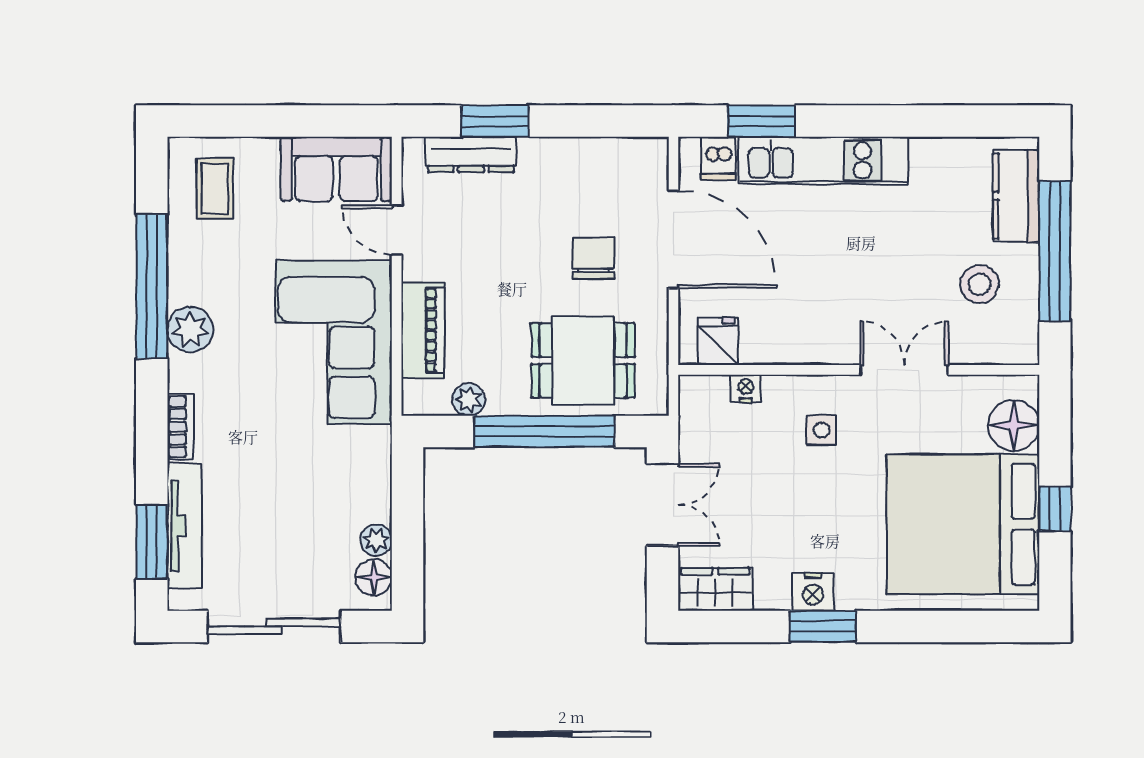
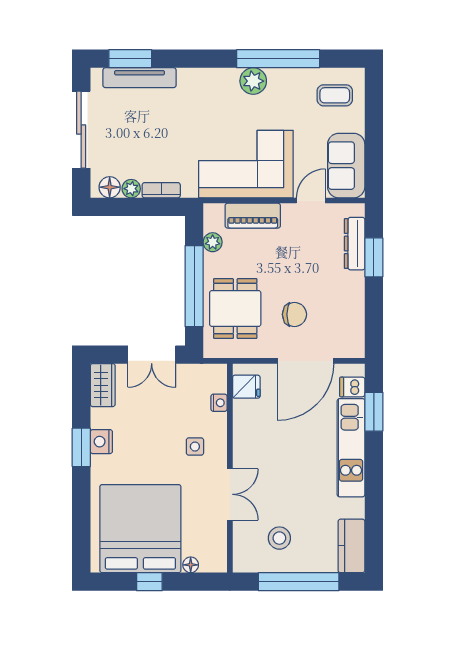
kitchen counter: (1016, 196) -> (351, 546), moved, turned -90
floor lamp: (1014, 425) -> (191, 565), width x0.53, depth x0.53
bookcase: (181, 427) -> (161, 190), moved, turned 180

